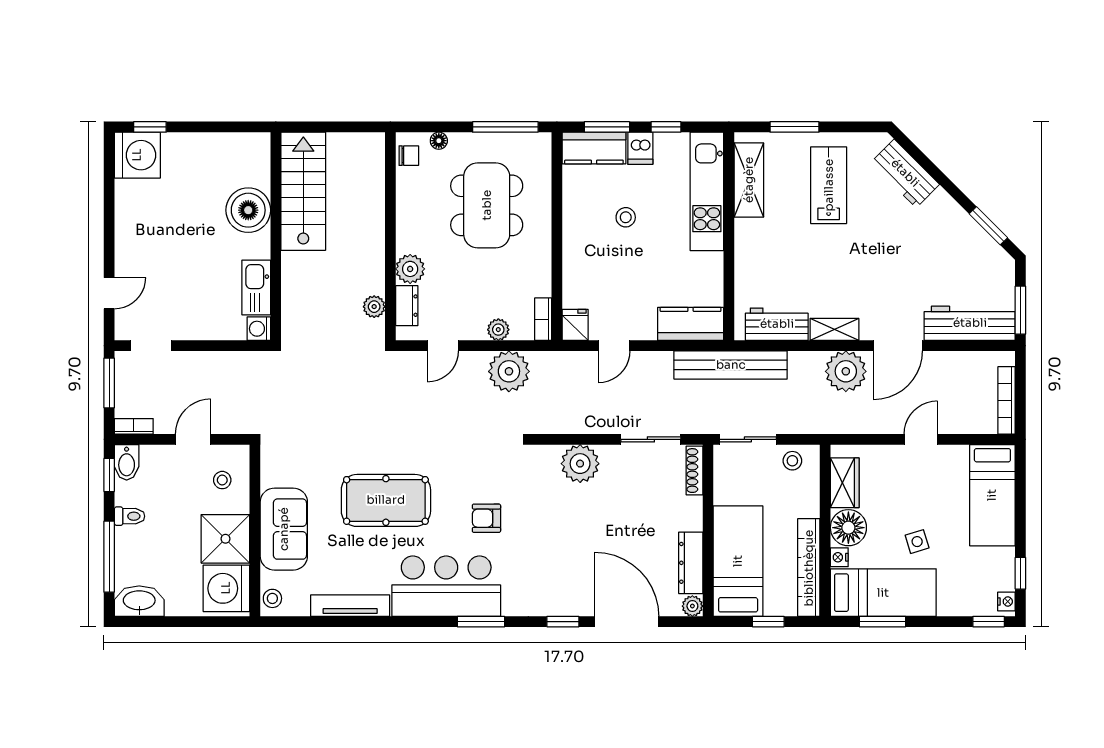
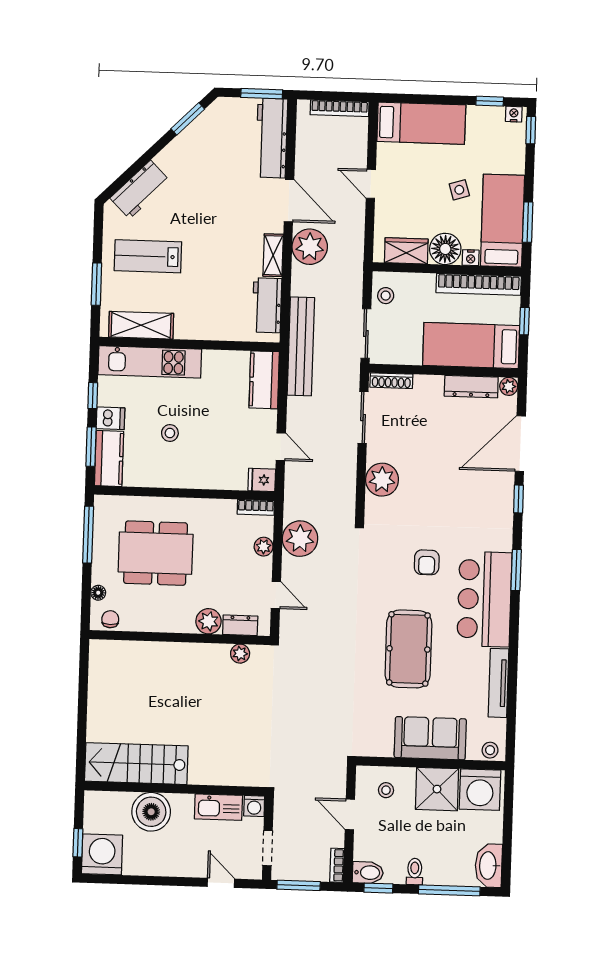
stairs: (303, 191) -> (136, 764), moved
boiler: (248, 210) -> (151, 812), moved
wall: (276, 236) -> (175, 789), moved
kitchen sink: (256, 288) -> (218, 807), moved
washing machine: (259, 329) -> (254, 806), moved

